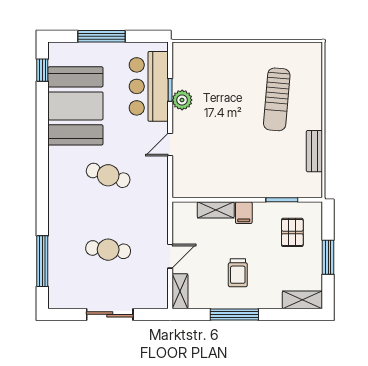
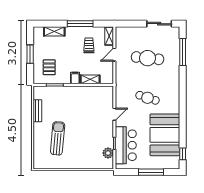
plant: (182, 100) -> (108, 153), moved
cafe table: (108, 250) -> (148, 58), width x1.37, depth x1.35
trolley: (238, 273) -> (89, 45), moved
shelving: (302, 300) -> (54, 31), moved
sliding door: (110, 314) -> (159, 24), moved

